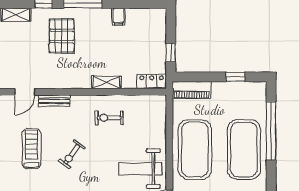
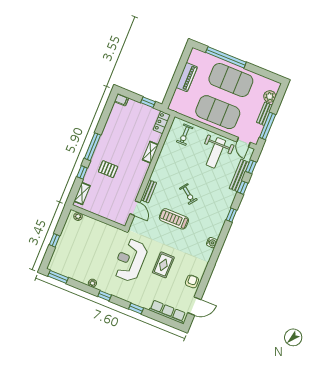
filing cabinet: (118, 17) -> (122, 100), moved
pallet: (62, 36) -> (108, 169), width x0.67, depth x0.71
window: (236, 77) -> (181, 66), removed
piano: (192, 90) -> (187, 77), moved
exercise bike: (109, 118) -> (185, 135), moved

